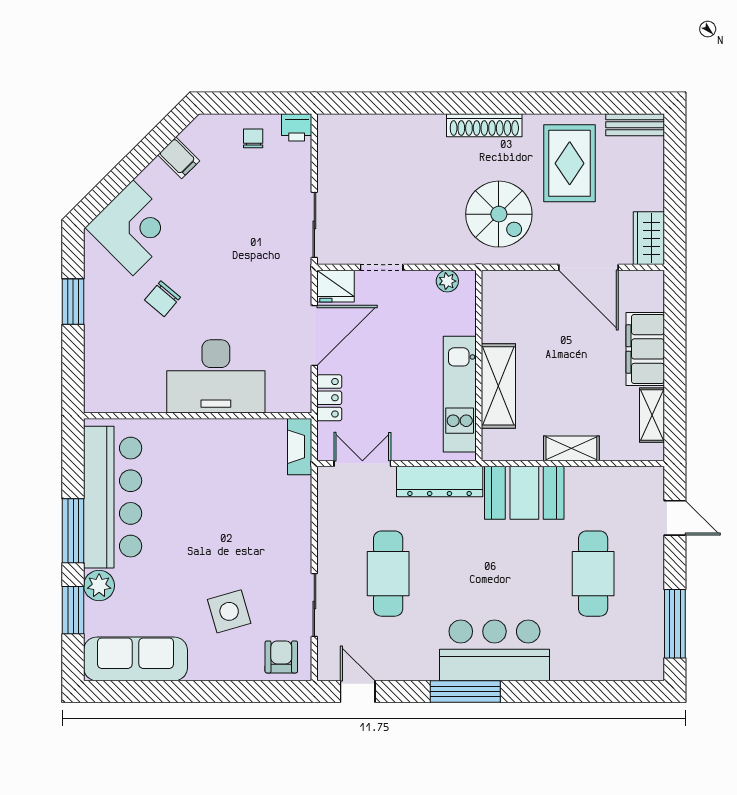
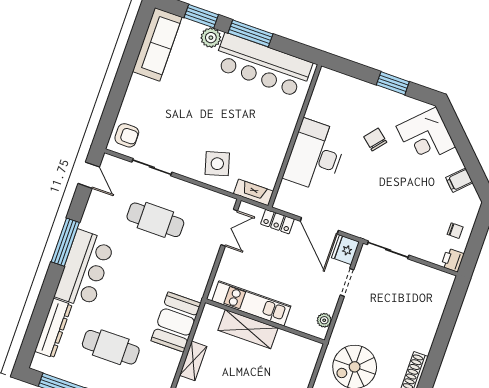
dresser: (440, 482) -> (53, 328), moved, turned 180
side table: (229, 611) -> (217, 164), moved
door: (358, 692) -> (89, 175), hinge flipped

